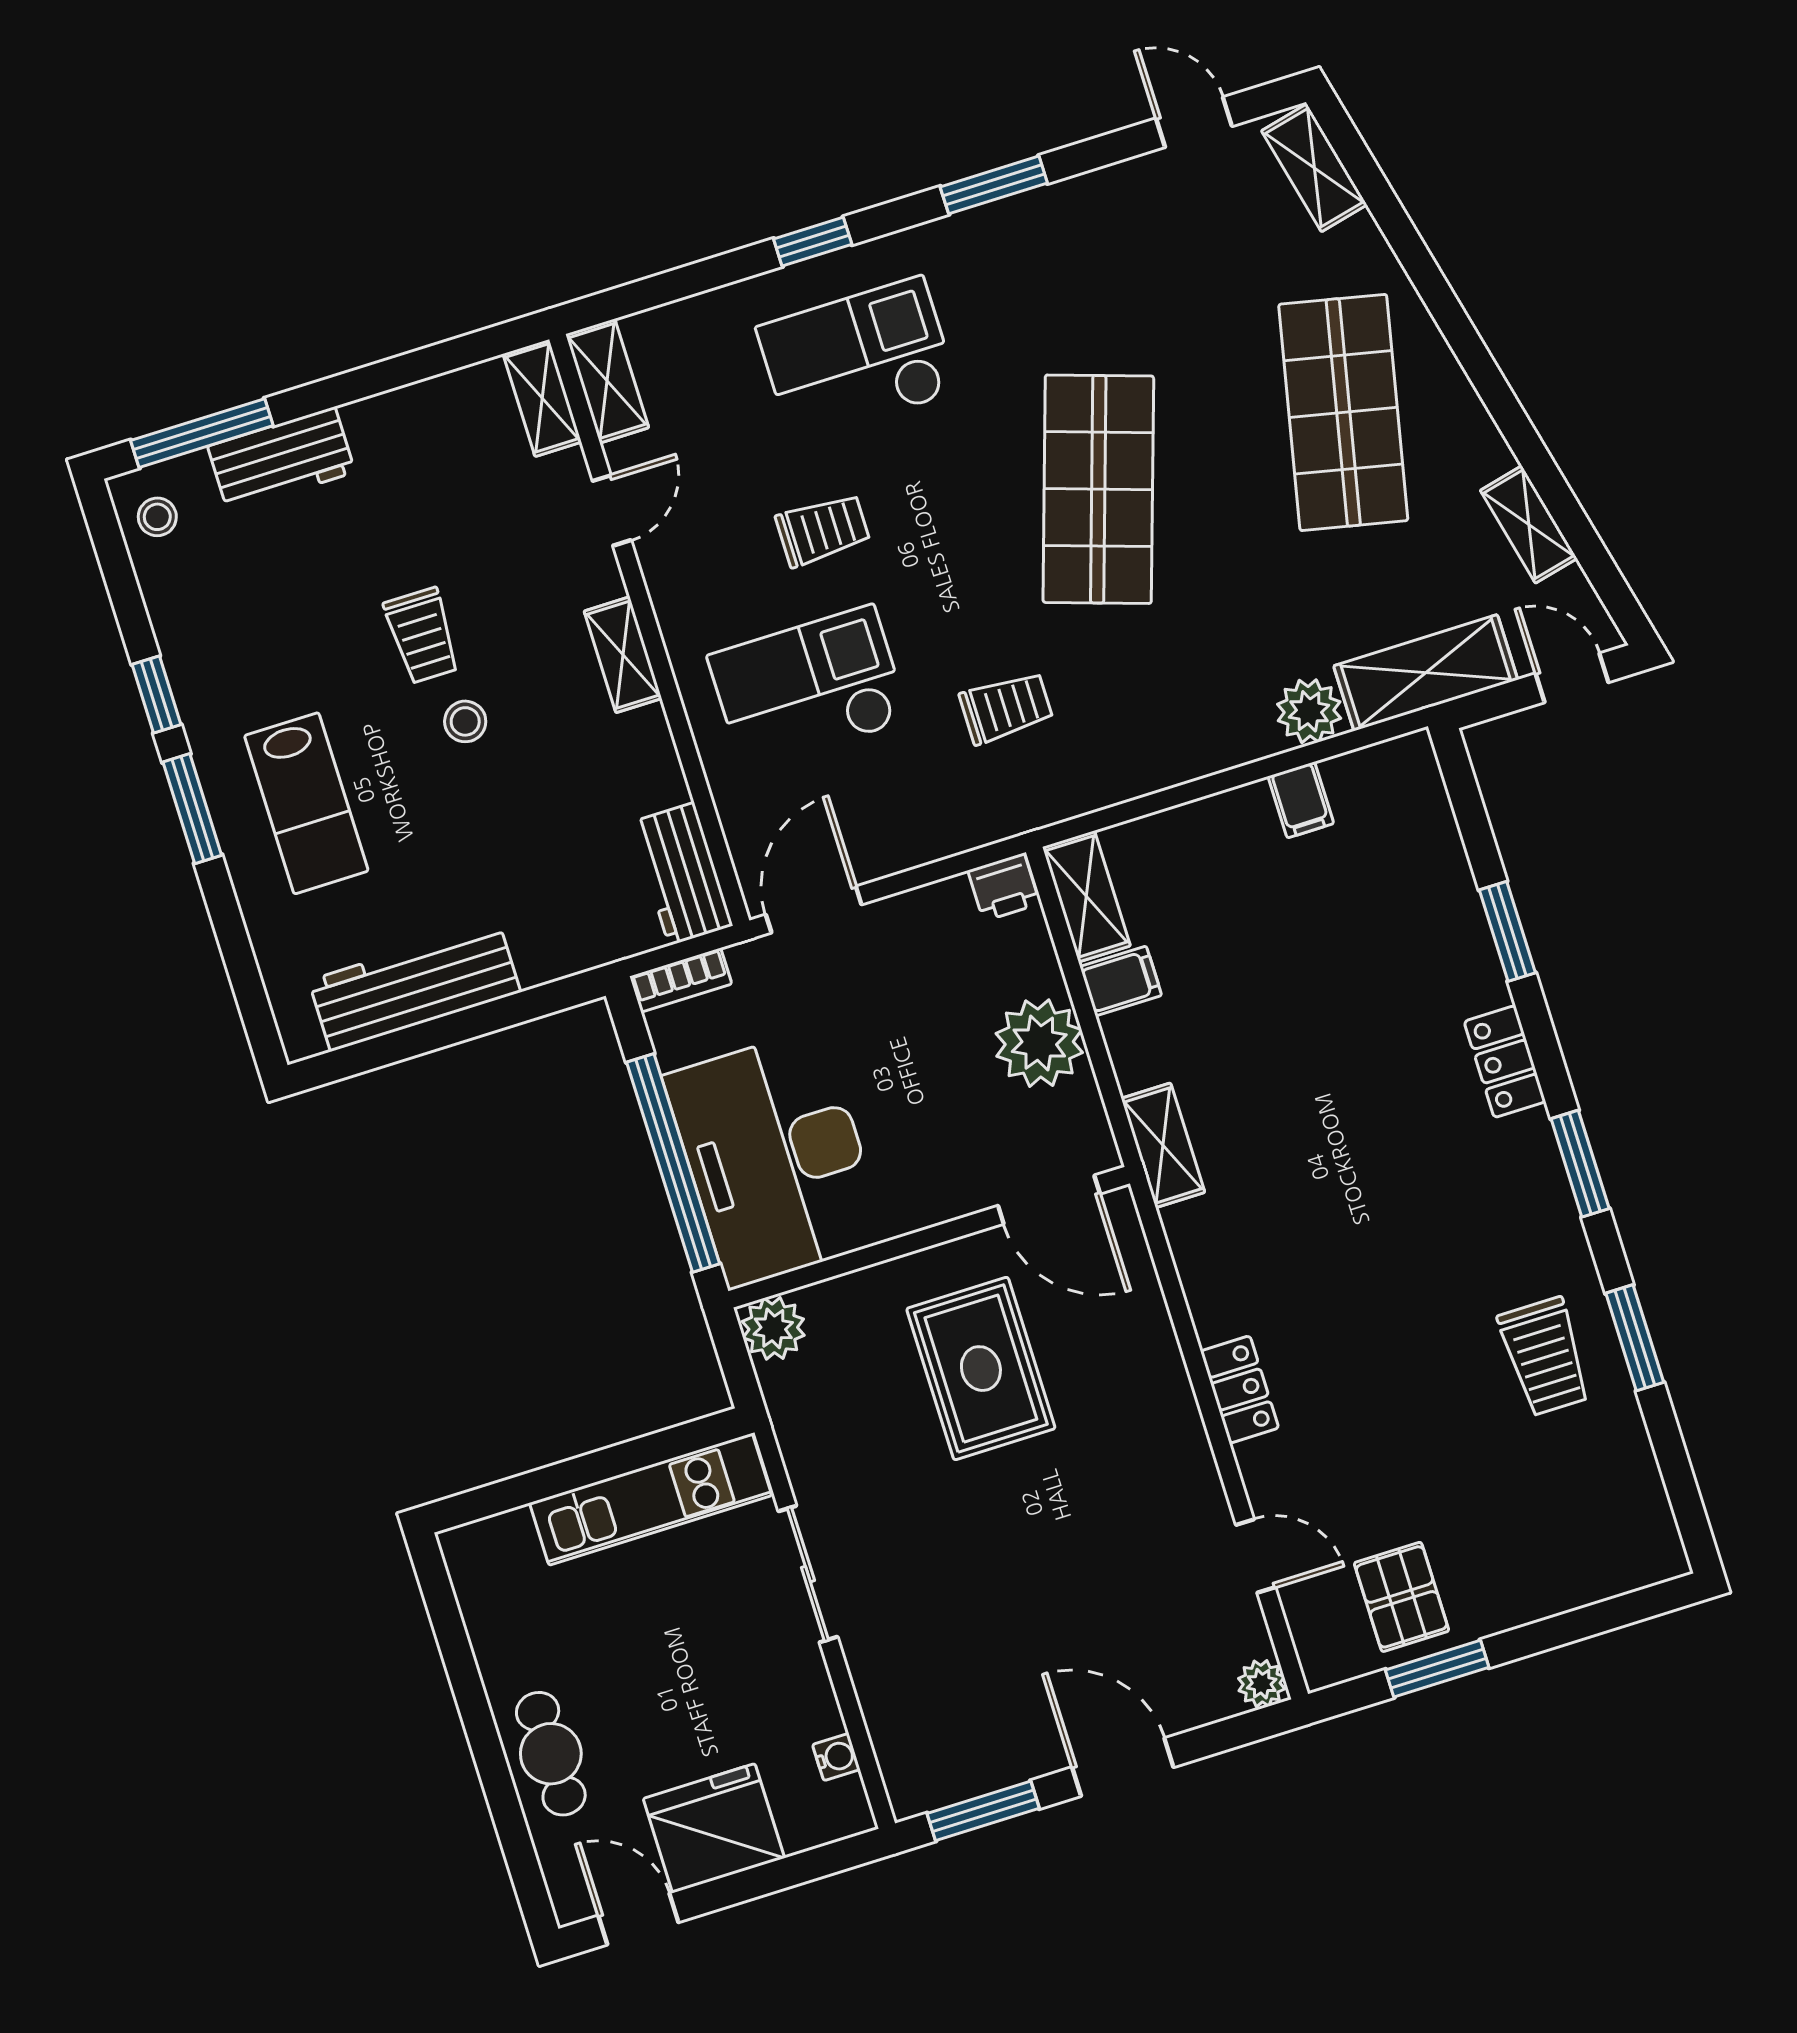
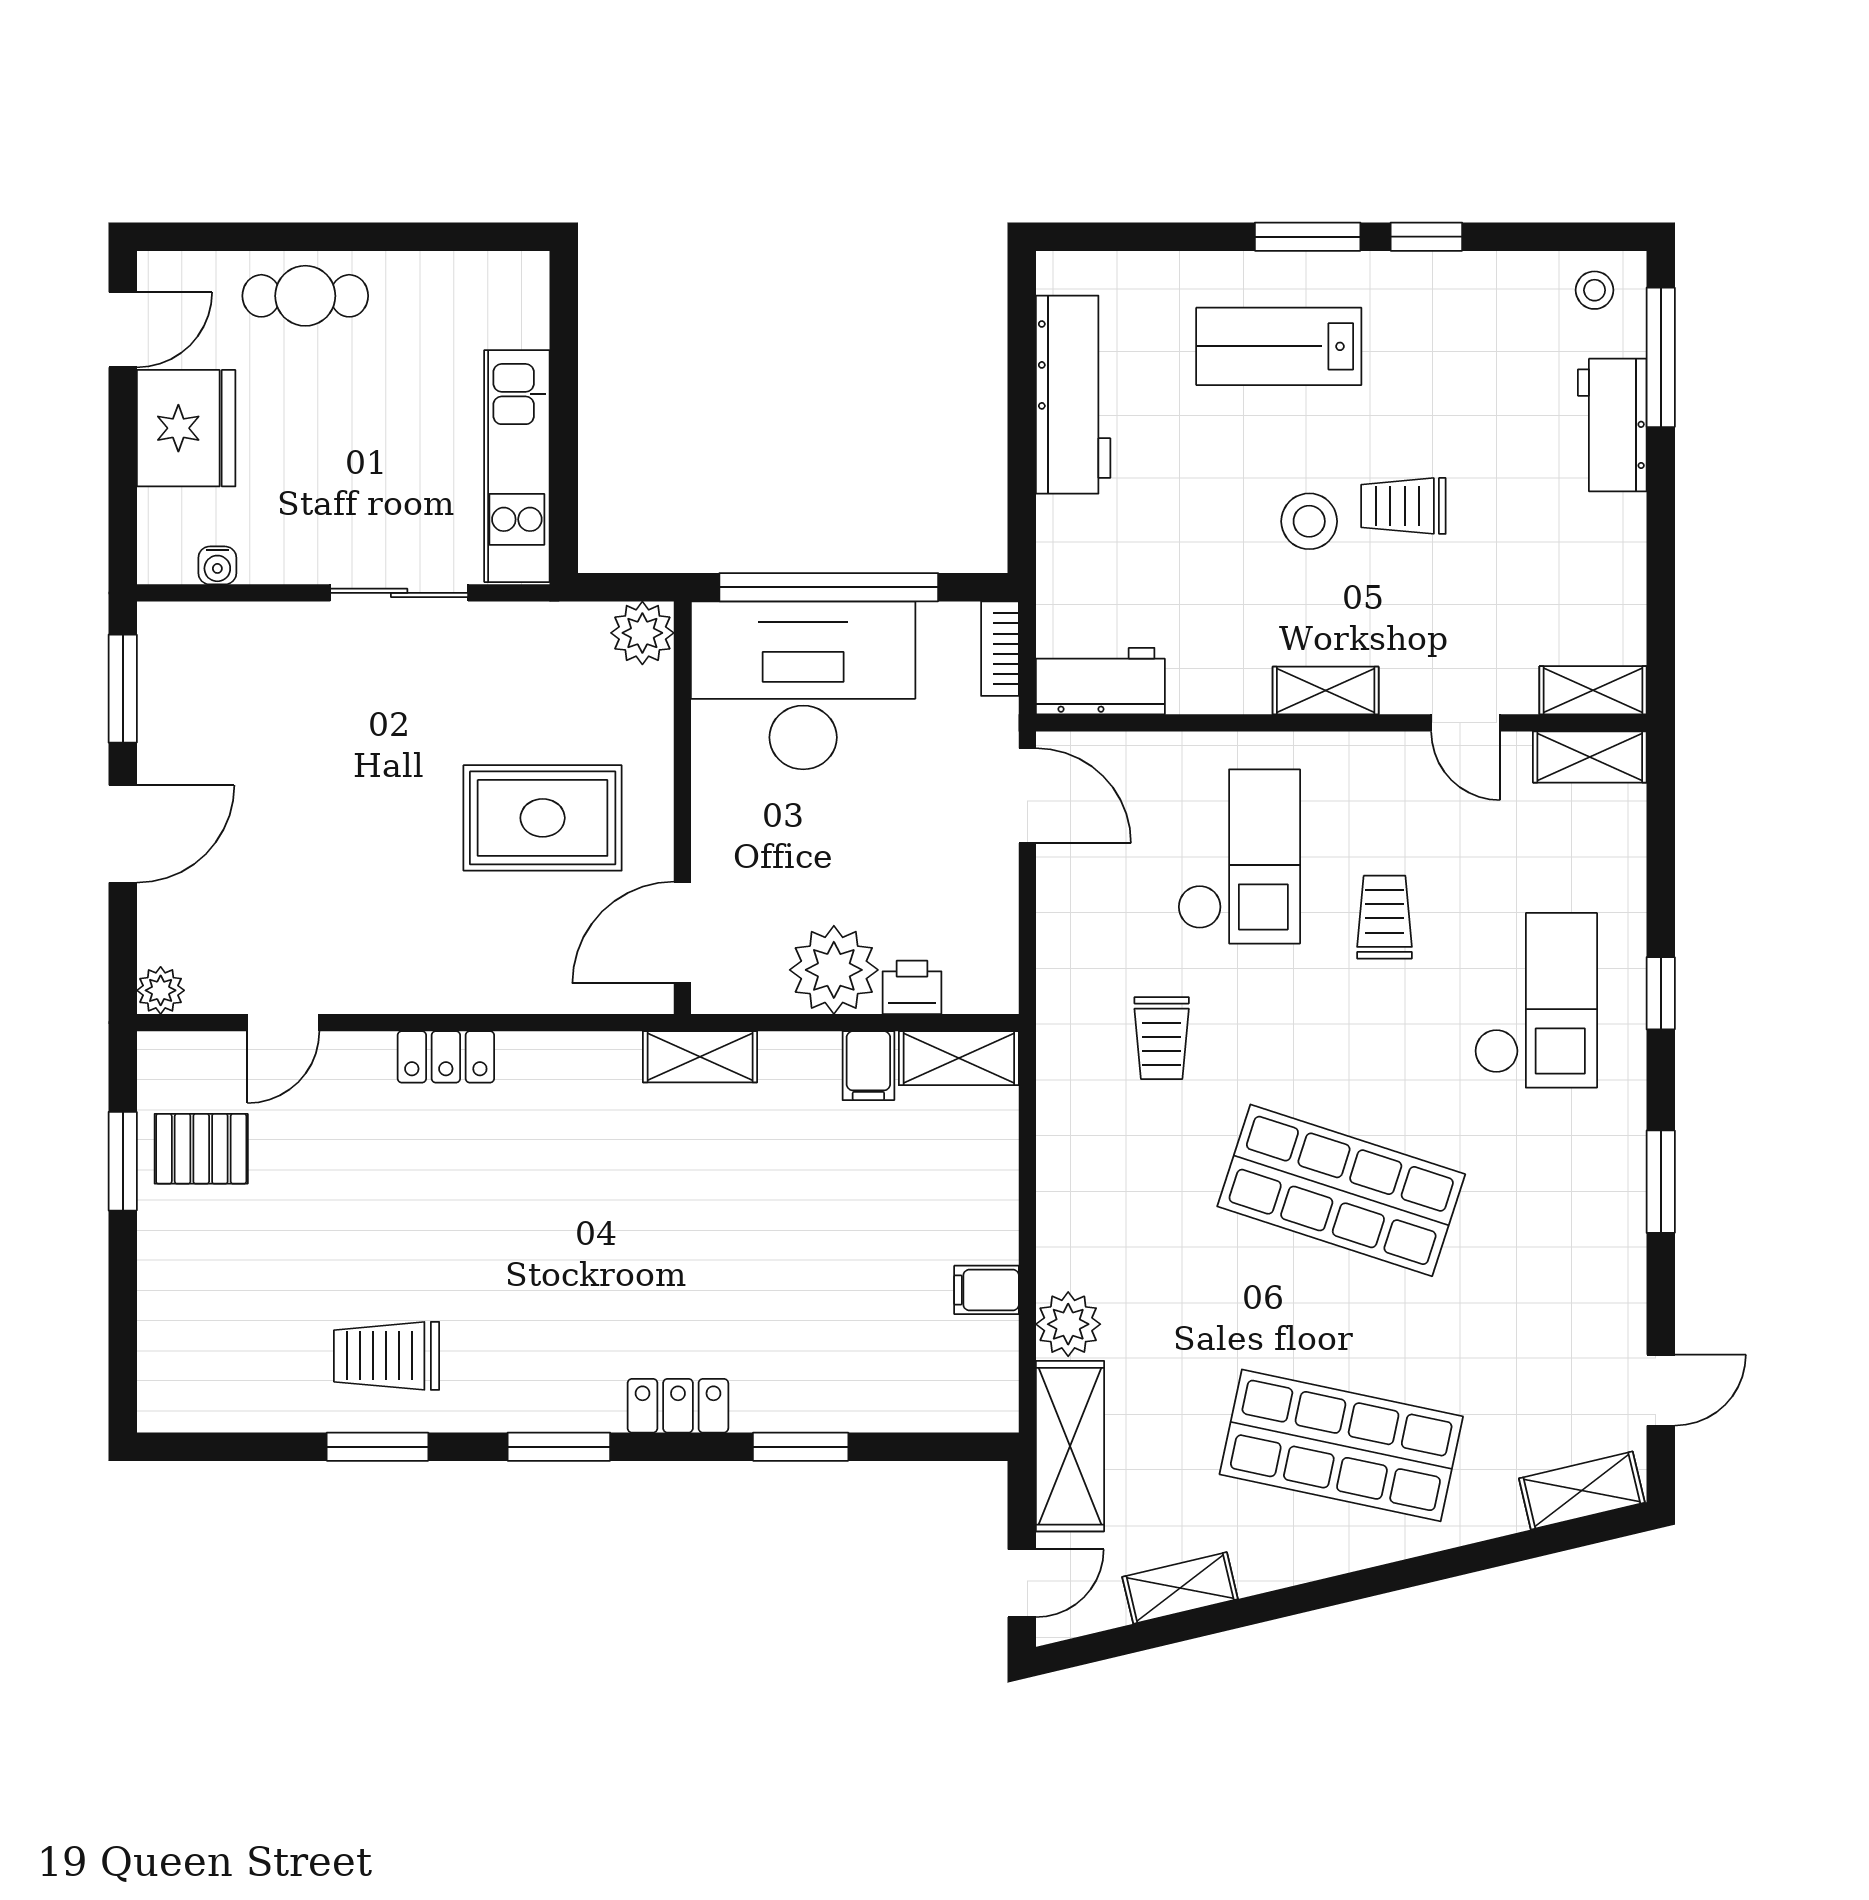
trolley: (823, 530) -> (1385, 917), turned 180
stool: (465, 721) -> (1309, 521), width x1.37, depth x1.37
printer: (1004, 887) -> (912, 987), moved, turned 90

